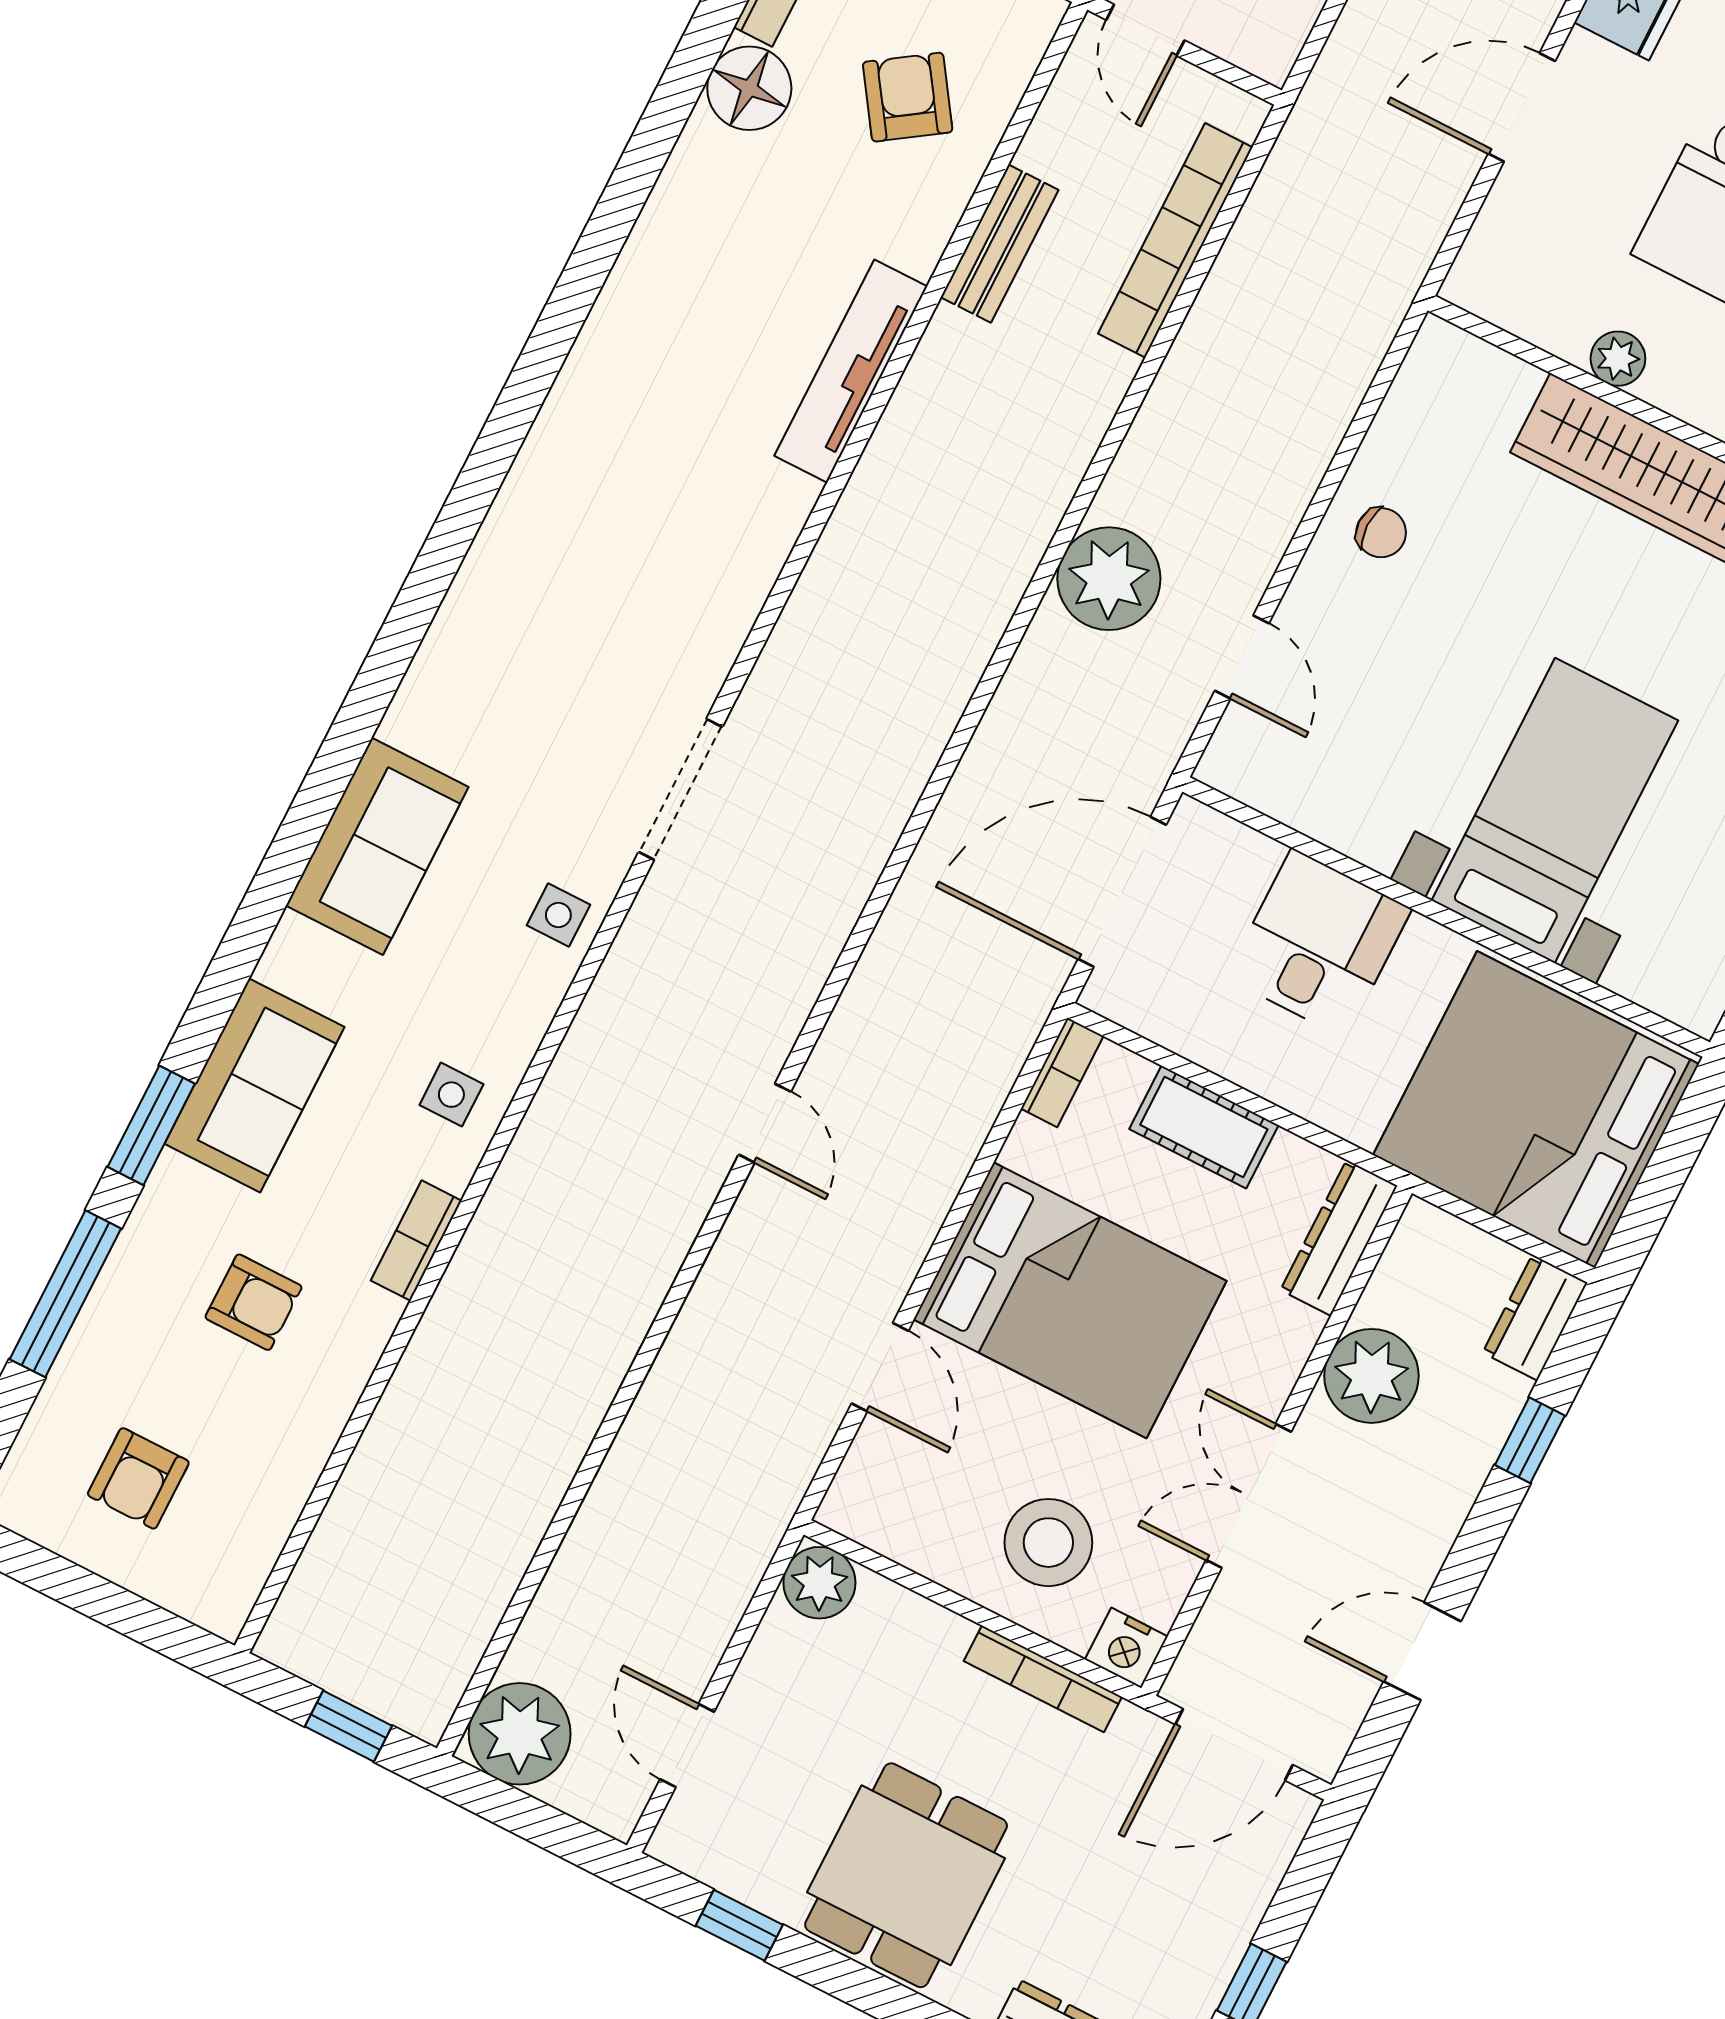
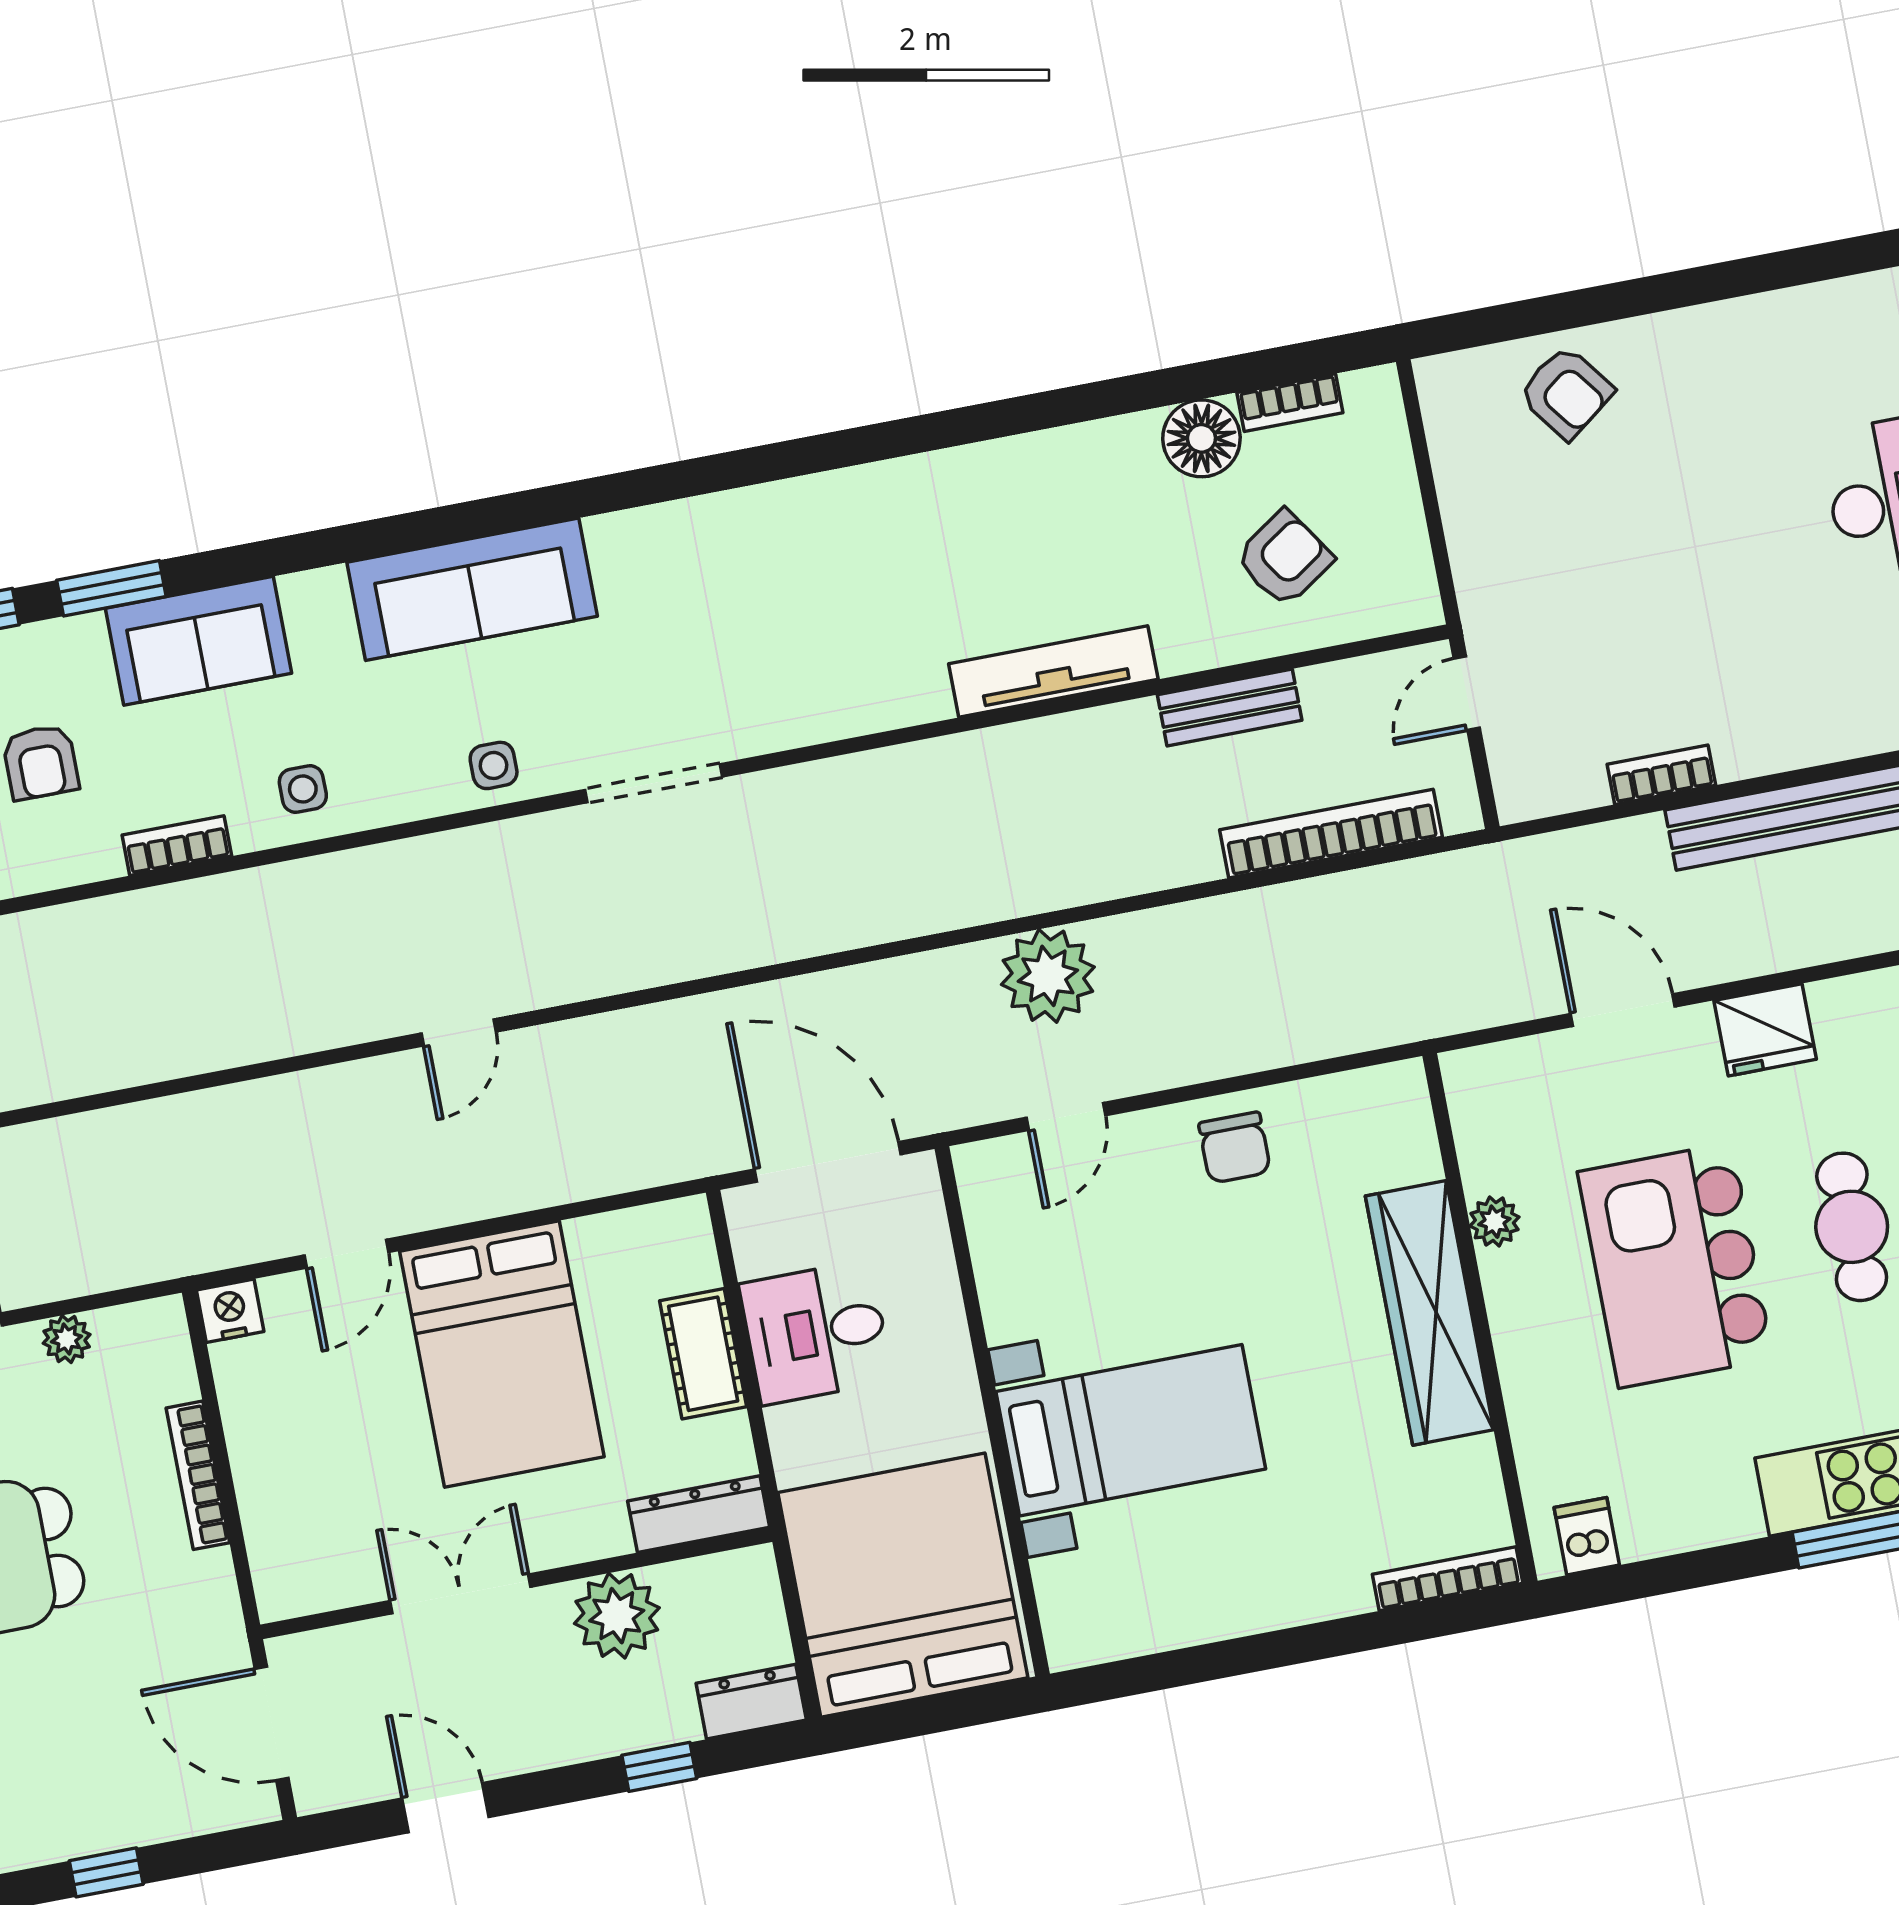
chair: (1381, 533) -> (1235, 1148), width x1.37, depth x1.37
sofa: (377, 846) -> (472, 589), width x1.36
desk: (1319, 943) -> (816, 1332), moved, turned 180
bookcase: (1062, 1072) -> (663, 1220), removed
stool: (1048, 1543) -> (314, 1475), removed
plant: (819, 1583) -> (67, 1339), moved, width x0.73, depth x0.73
nightstand: (1126, 1648) -> (230, 1311), moved, turned 90
bookcase: (1043, 1679) -> (198, 1475), moved

